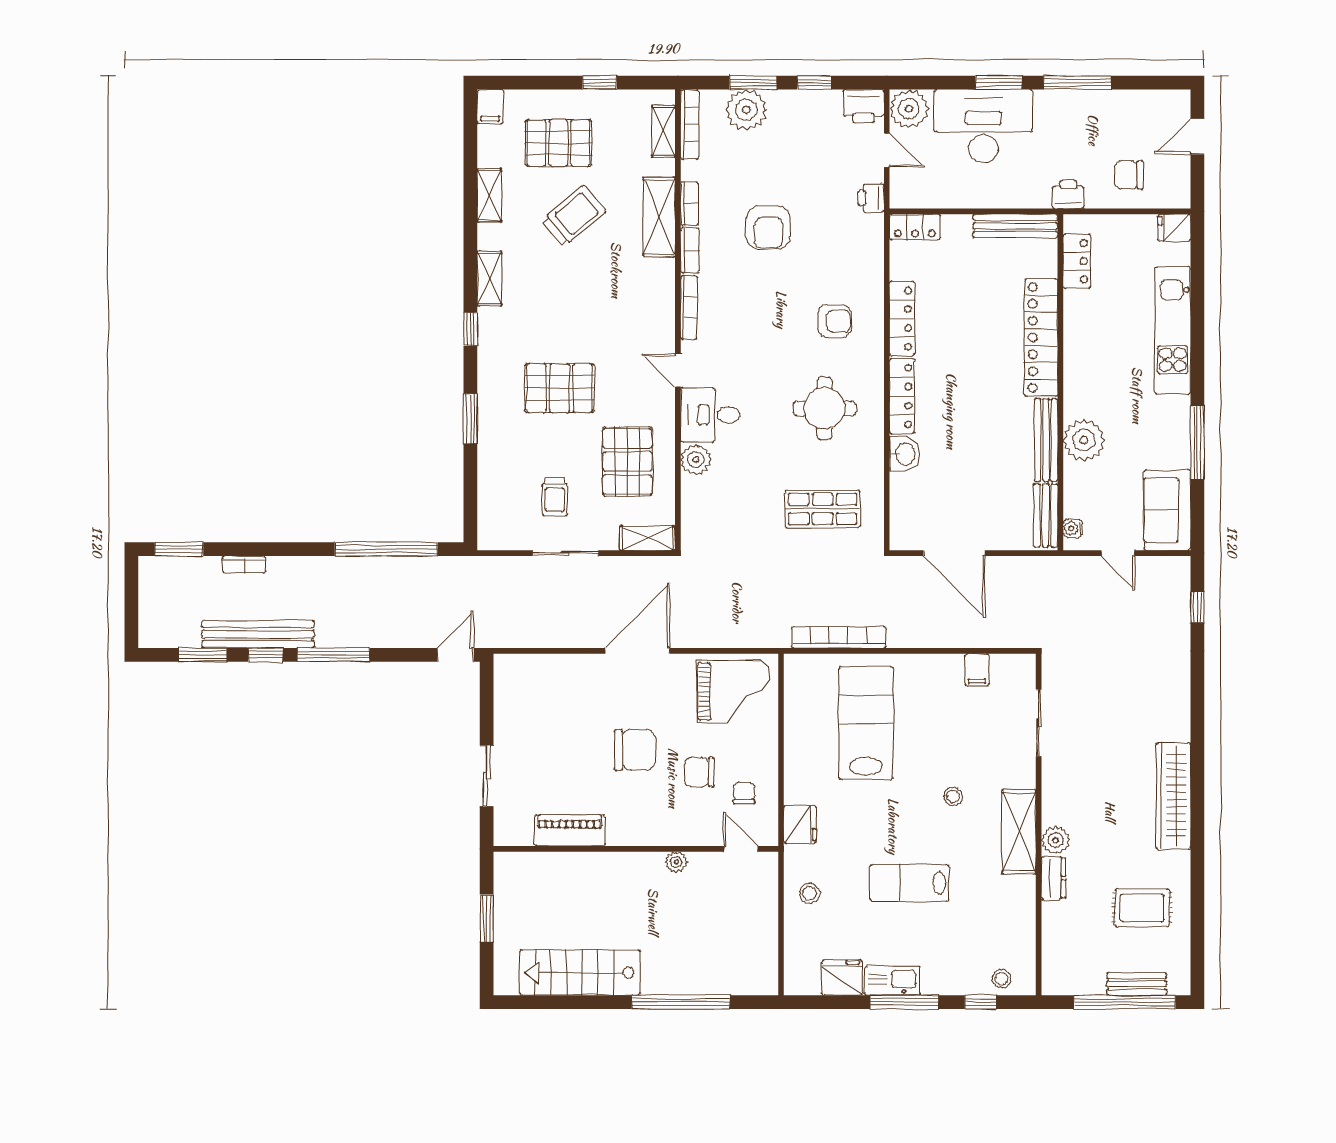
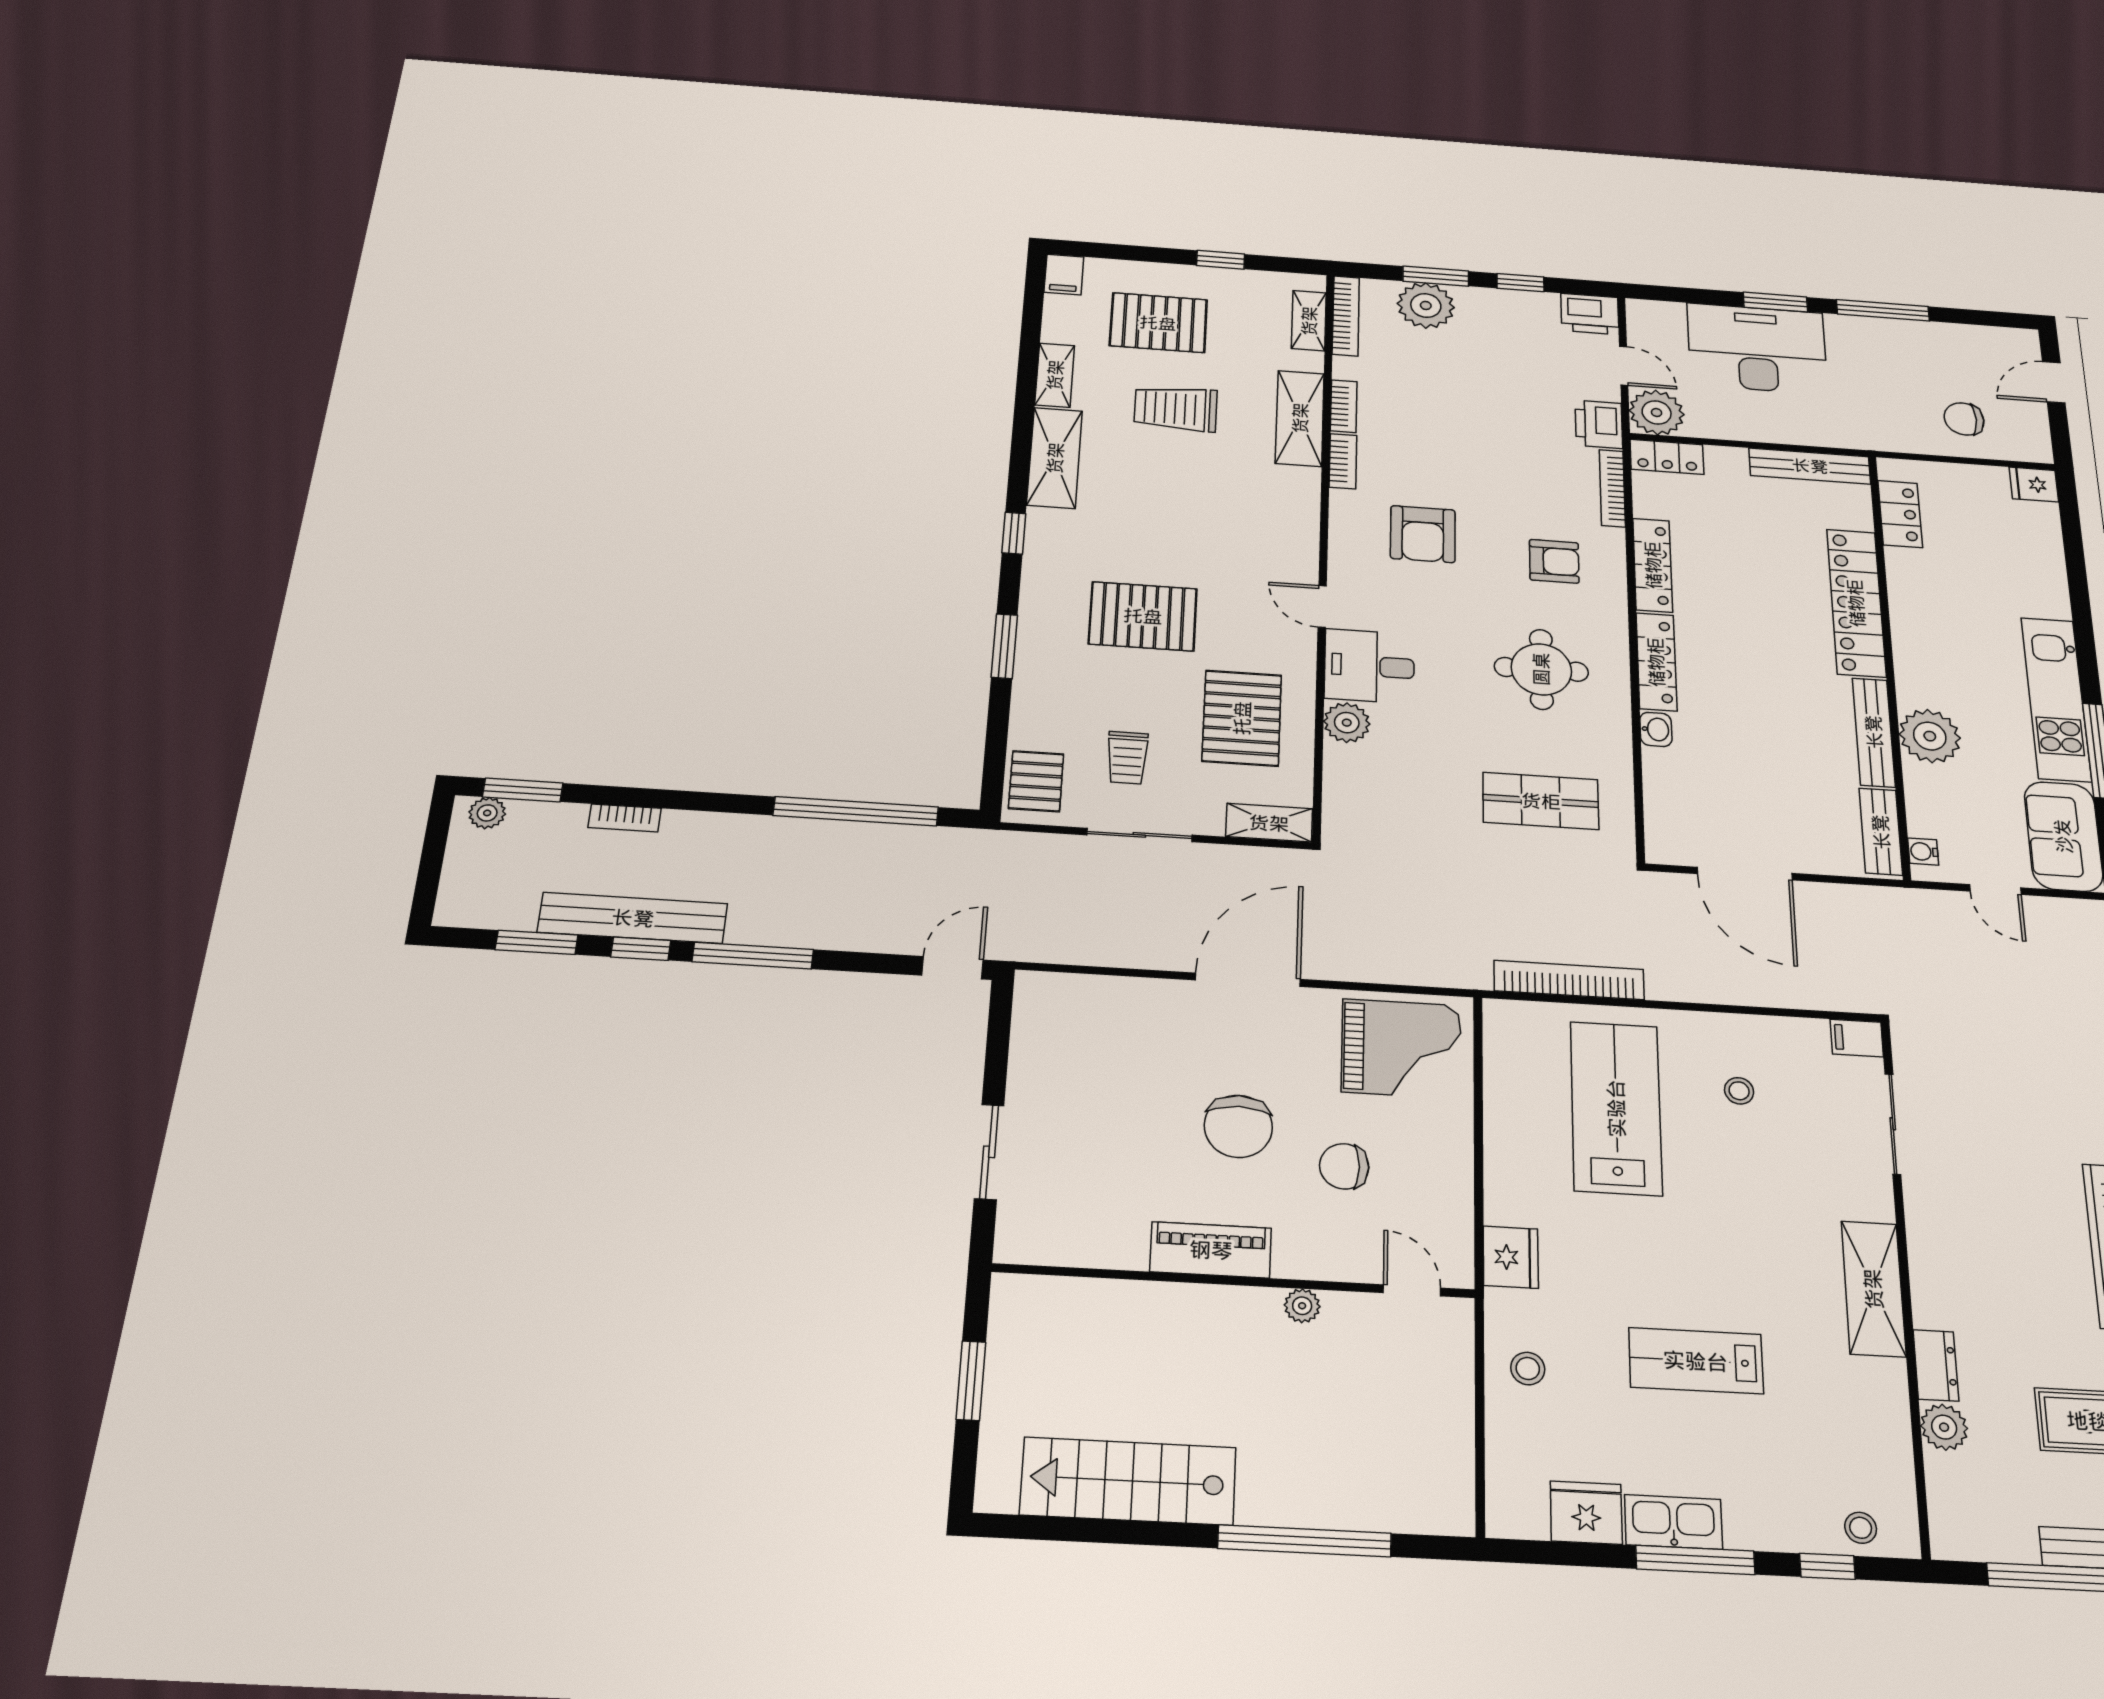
plant: (909, 109) -> (1657, 412), moved
printer: (1068, 194) -> (1881, 435), removed
printer: (871, 198) -> (1599, 424), width x1.36, depth x1.24
trolley: (574, 216) -> (1176, 409), turned -140
armchair: (768, 227) -> (1423, 534), moved
shelving: (489, 279) -> (1055, 458), width x1.50, depth x1.33
bookcase: (689, 307) -> (1612, 488), moved, turned 180
kitchen unit: (1173, 331) -> (2056, 699), moved
washbasin: (905, 454) -> (1656, 729), width x0.72, depth x0.69
pallet: (498, 519) -> (1036, 781), added
plant: (160, 567) -> (487, 813), added
filing cabinet: (977, 670) -> (1857, 1038), moved, turned 90
chair: (635, 750) -> (1238, 1126), turned 90
chair: (744, 793) -> (1418, 1203), removed
stool: (953, 796) -> (1739, 1091), moved
piano: (570, 830) -> (1211, 1250), moved
plant: (1055, 840) -> (1944, 1427), moved

